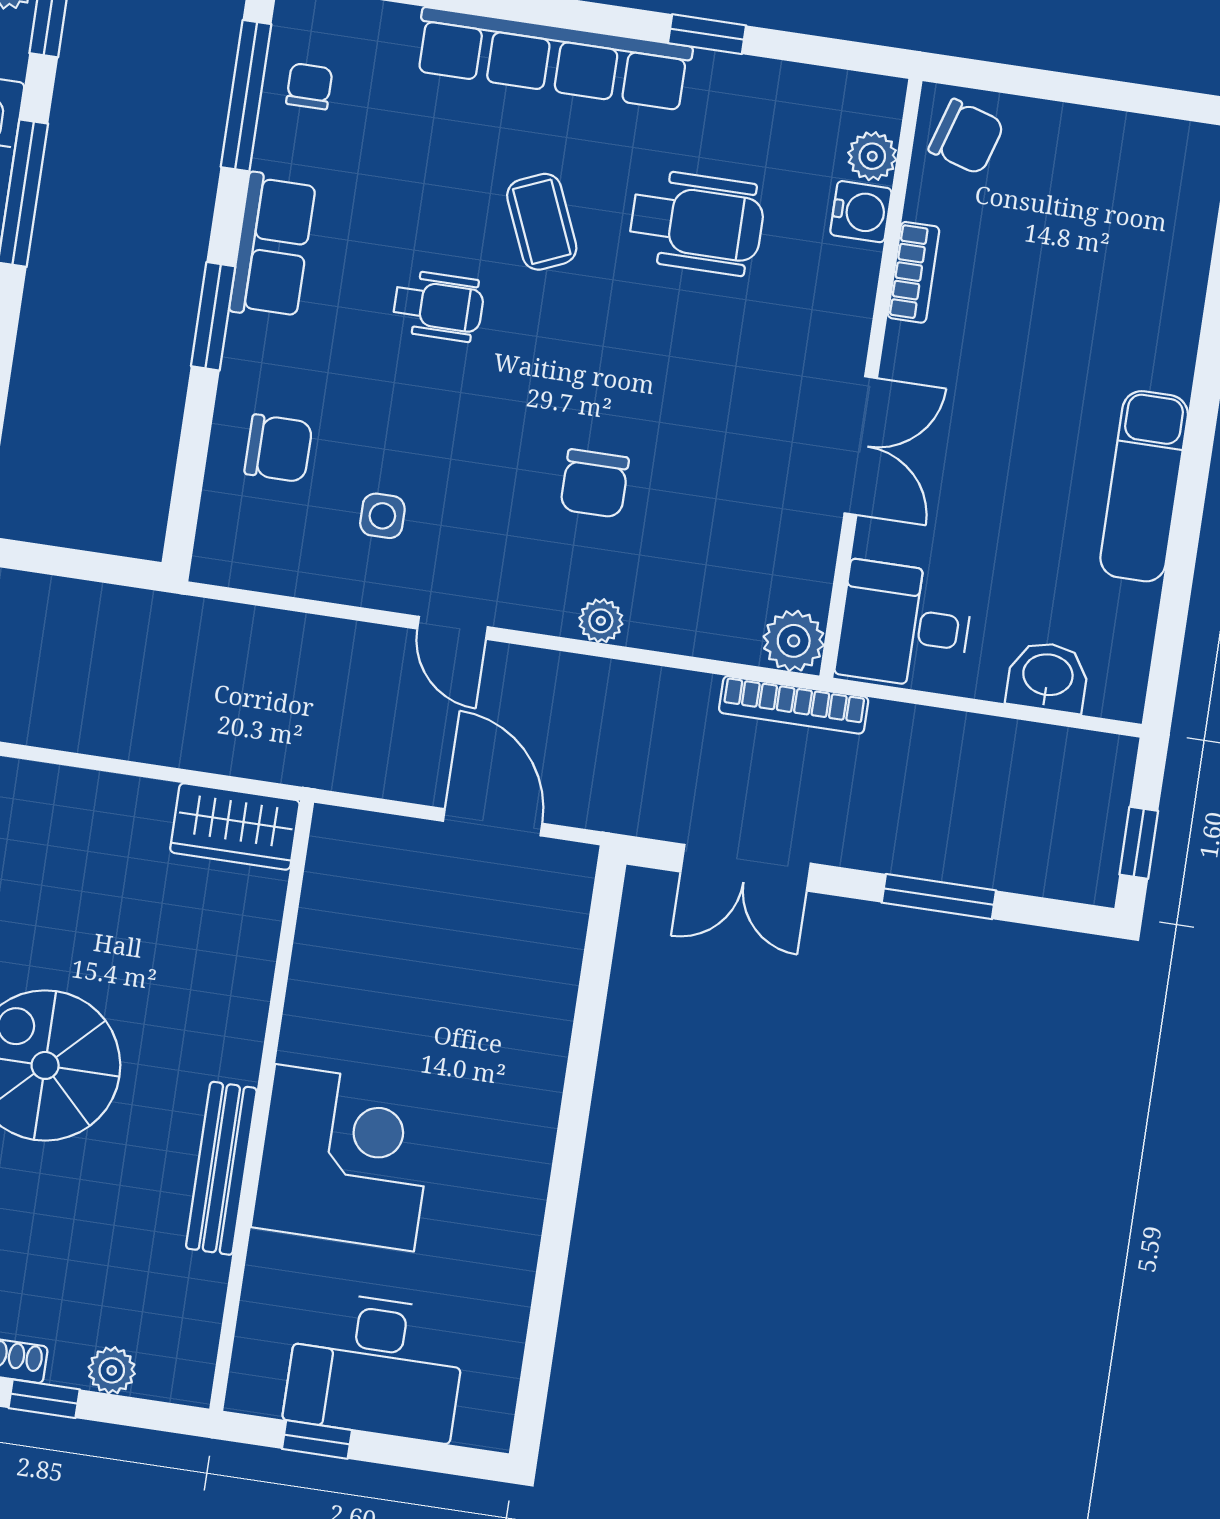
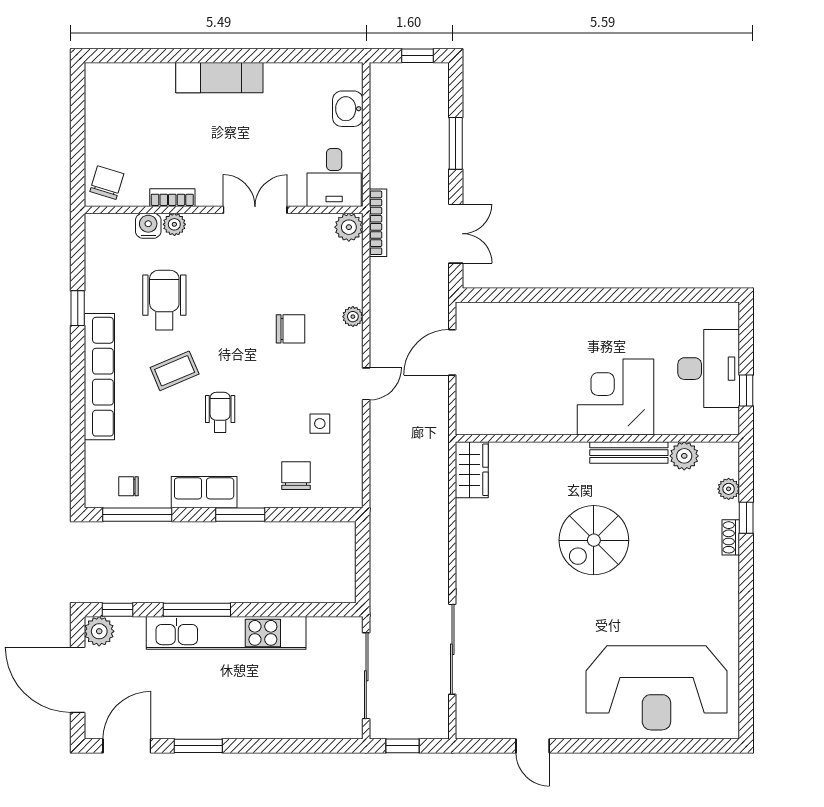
plant: (872, 156) -> (174, 224), moved
exam couch: (1144, 486) -> (219, 78), moved
plant: (197, 1286) -> (684, 456), added

